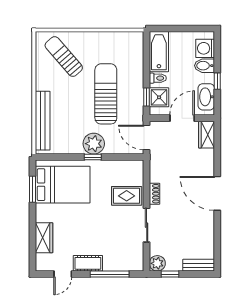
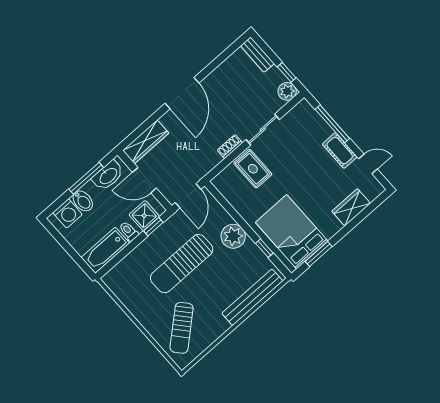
window: (217, 81) -> (86, 178), width x2.17
wardrobe: (207, 135) -> (146, 142), width x1.50
window: (93, 157) -> (264, 248), moved

